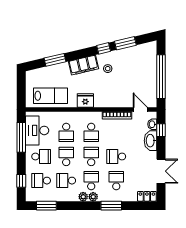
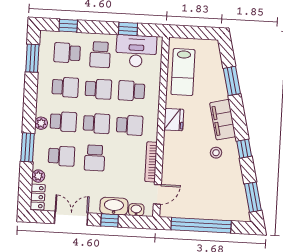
window: (125, 43) -> (253, 197), moved
window: (161, 130) -> (110, 220), moved
school desk: (91, 132) -> (130, 125), turned 180
window: (21, 137) -> (128, 29), width x0.46
school desk: (116, 156) -> (95, 158), turned 180
double door: (161, 171) -> (71, 218), swing flipped
school desk: (41, 181) -> (67, 53), turned -90
school desk: (66, 181) -> (65, 87), turned 90
plant: (83, 197) -> (38, 176), moved

